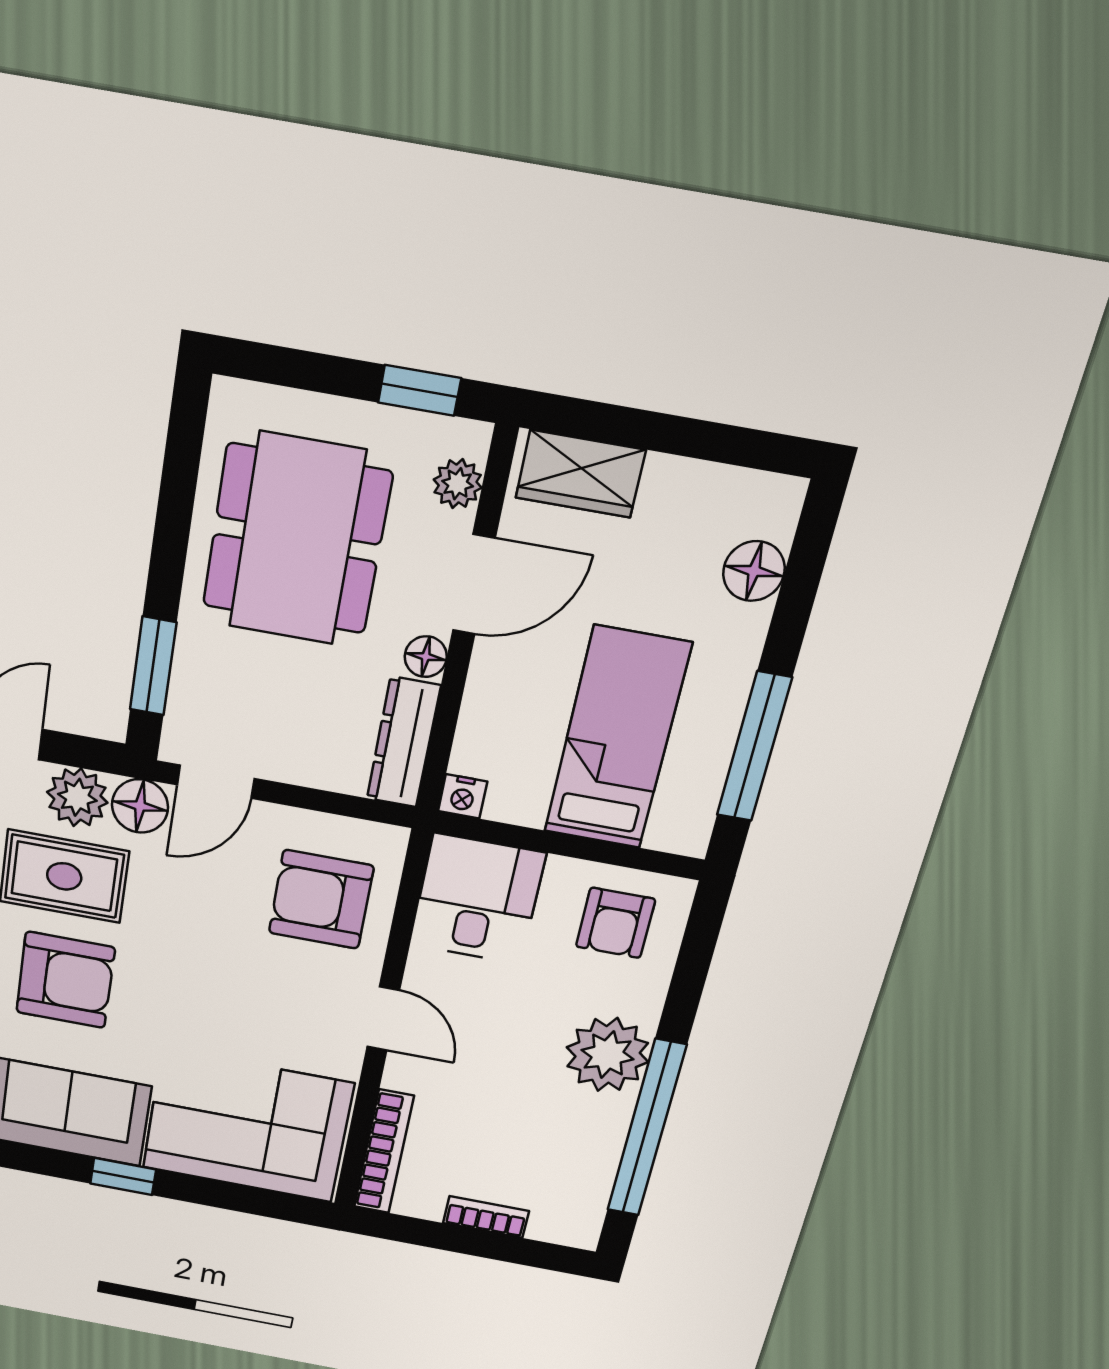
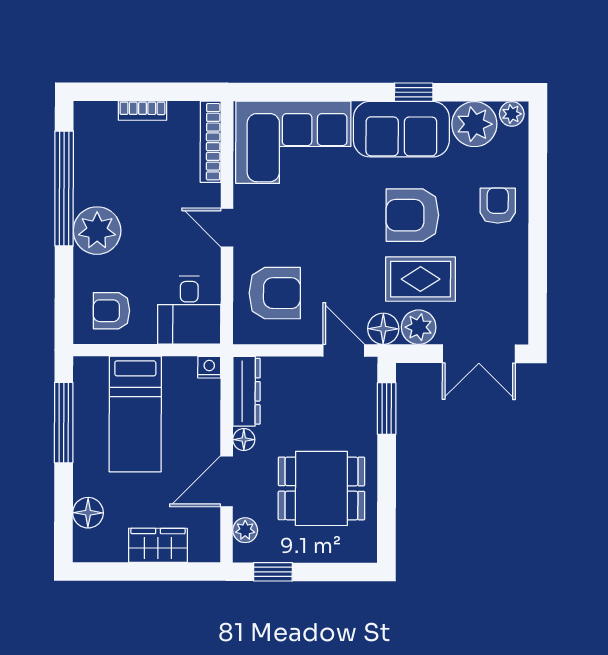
wardrobe: (580, 474) -> (158, 545), moved
dining table: (297, 539) -> (321, 488), width x0.73
door: (216, 782) -> (344, 350), hinge flipped
armchair: (615, 923) -> (111, 311), turned -90
window: (123, 1177) -> (414, 92), moved

